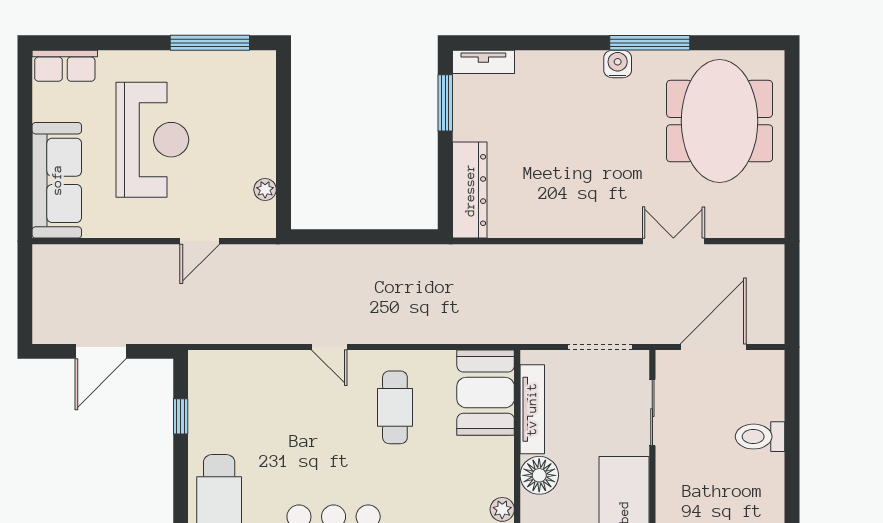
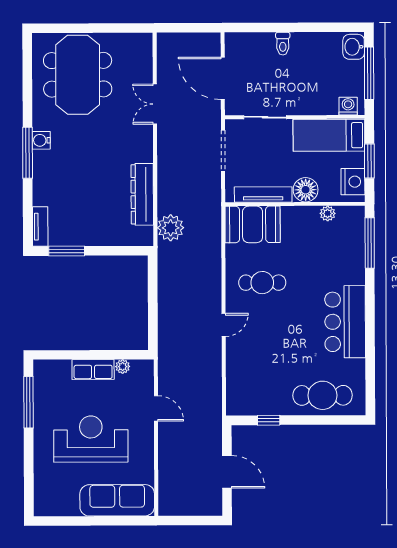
window: (650, 43) -> (28, 153), moved
row of seats: (65, 66) -> (93, 370), moved, turned 90
meeting table: (720, 121) -> (78, 75), turned 90
dresser: (470, 190) -> (142, 194), moved, turned -90
plant: (481, 265) -> (171, 228), added
toilet: (760, 437) -> (283, 44), width x0.73, depth x0.72

